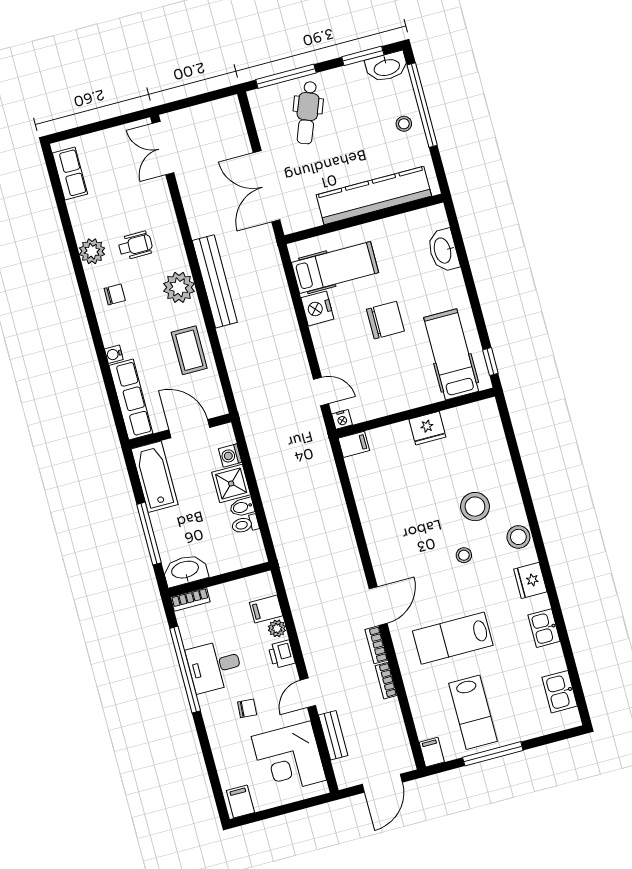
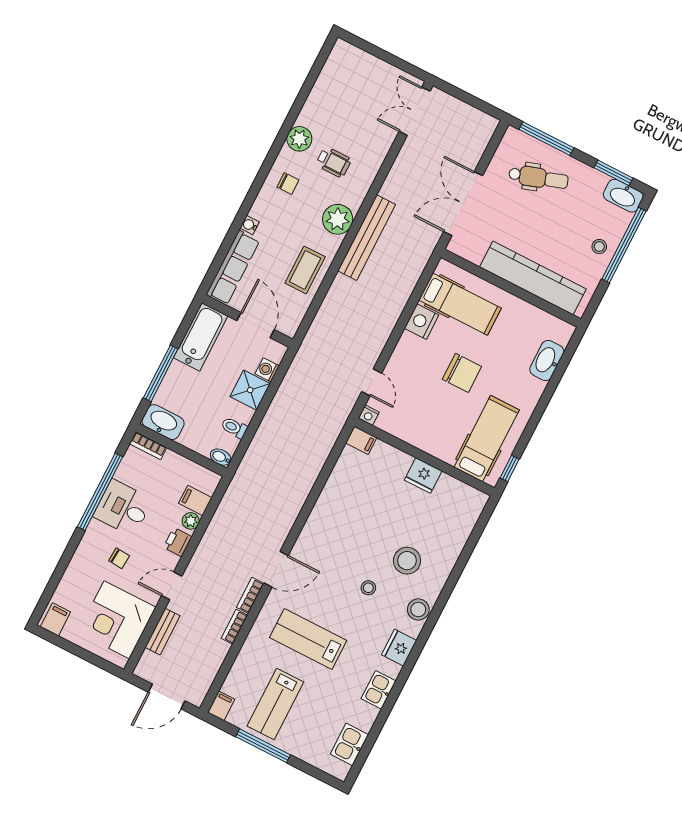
dental chair: (307, 113) -> (538, 178), turned -129
row of seats: (70, 174) -> (333, 70), removed
bidet: (242, 507) -> (221, 457), moved

